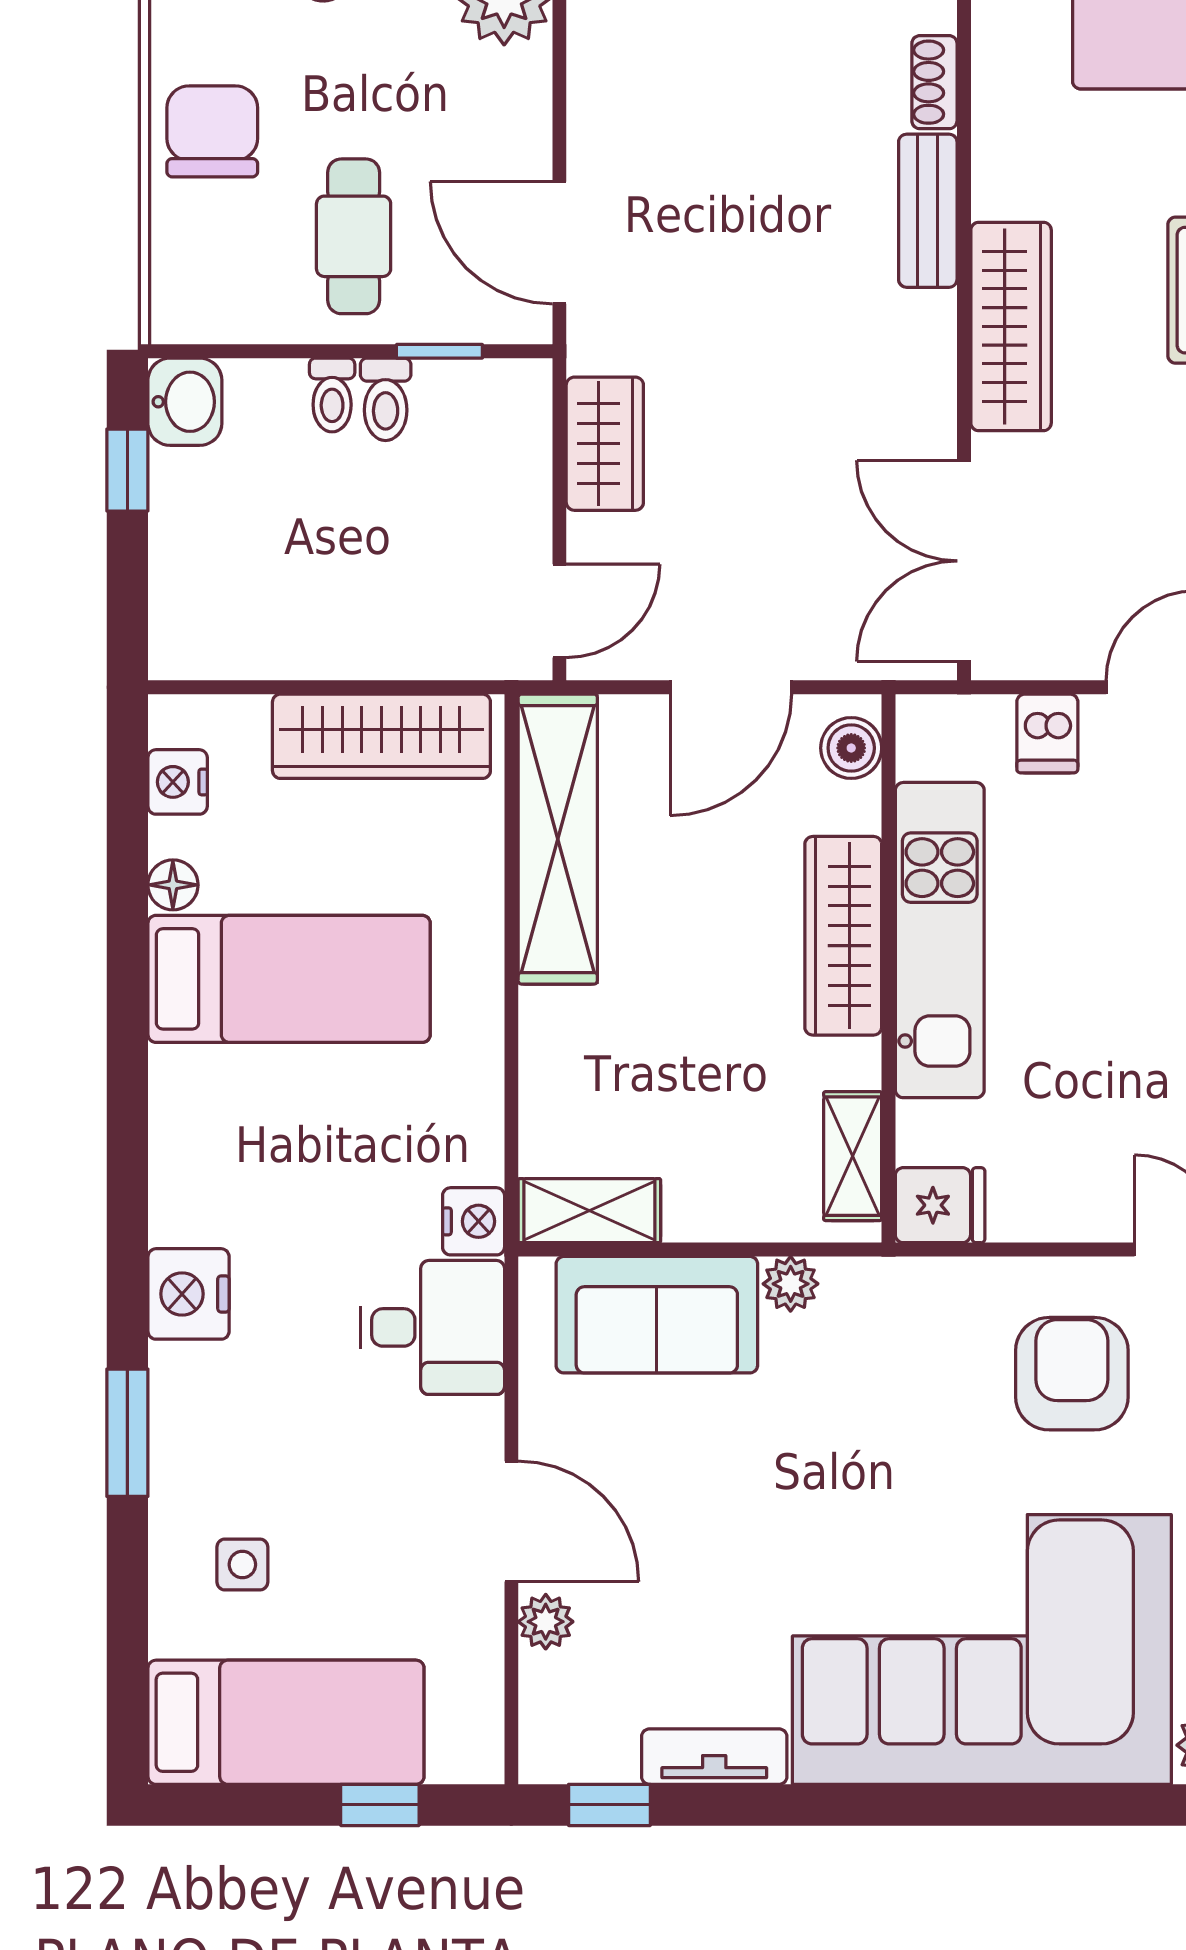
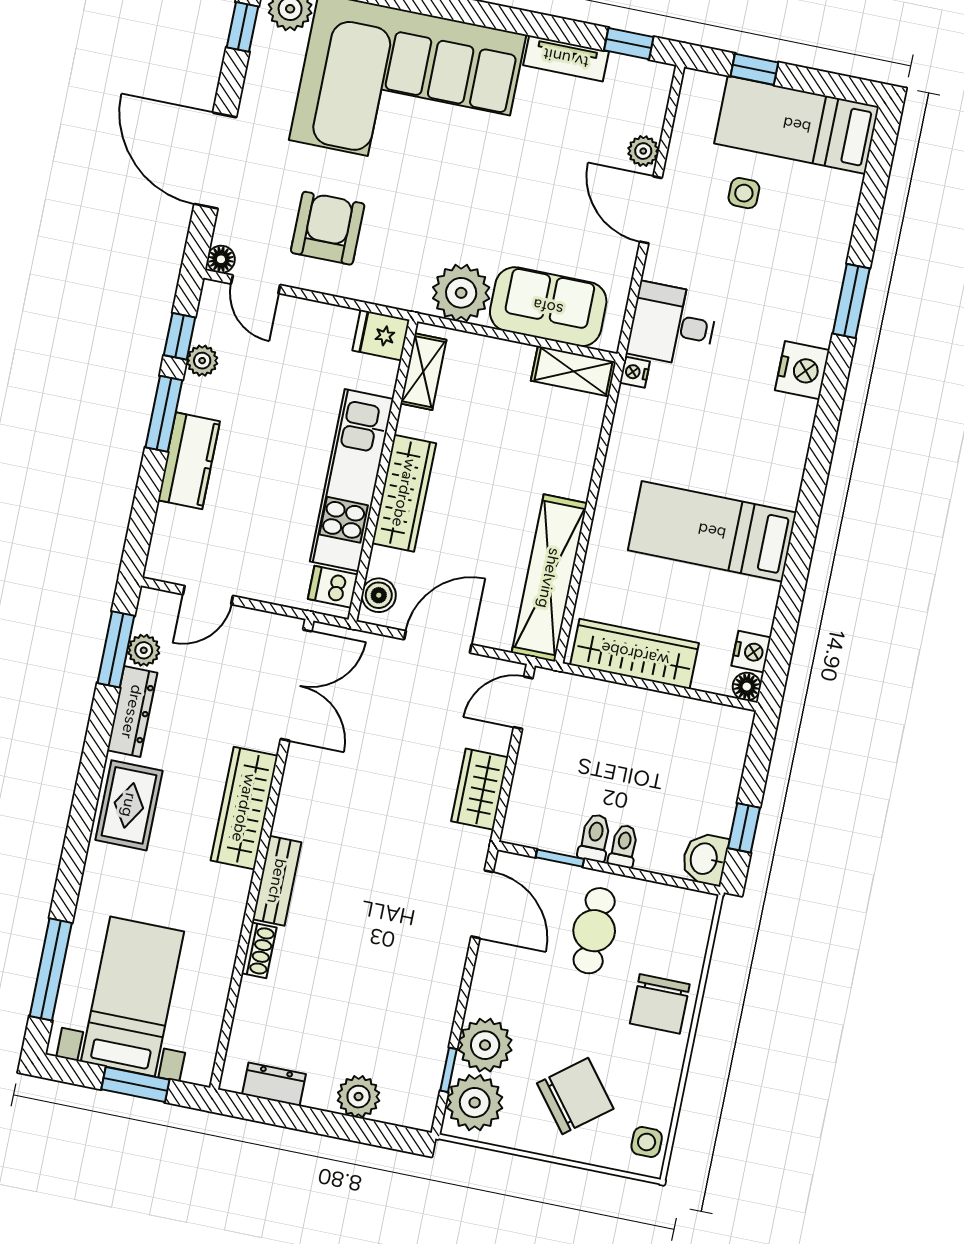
dishwasher: (1047, 733) -> (333, 587), moved, turned -90
floor lamp: (173, 885) -> (747, 687), moved
nightstand: (474, 1221) -> (635, 372), width x0.72, depth x0.74
plant: (791, 1284) -> (461, 293), width x1.88, depth x1.88
armchair: (1072, 1374) -> (328, 228), turned 180
side table: (242, 1565) -> (744, 193), moved

